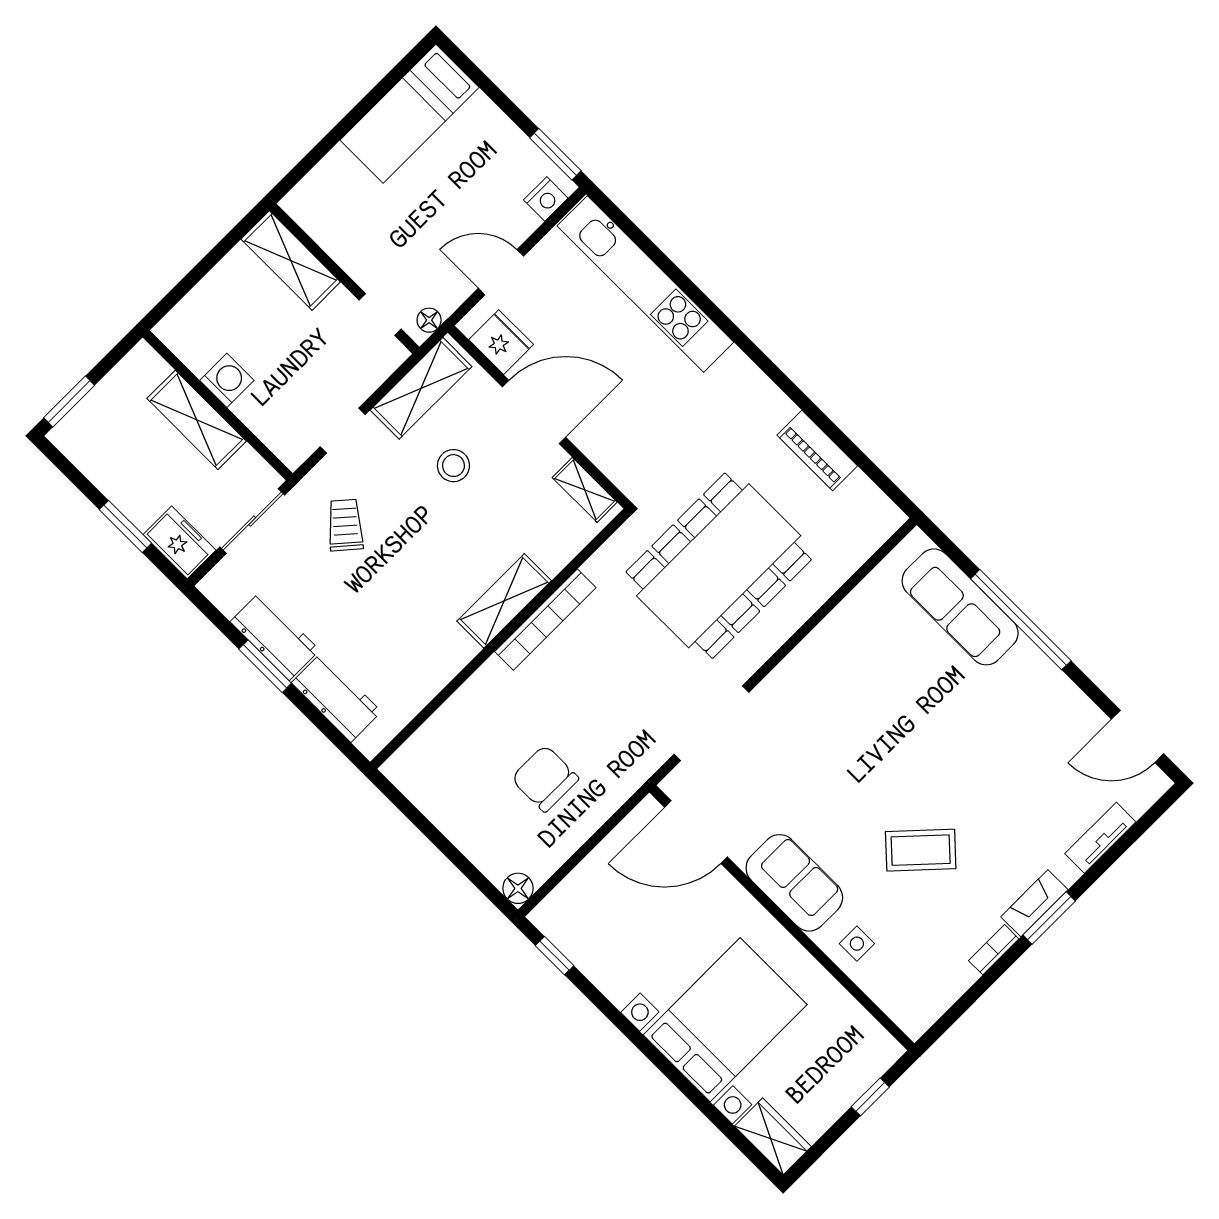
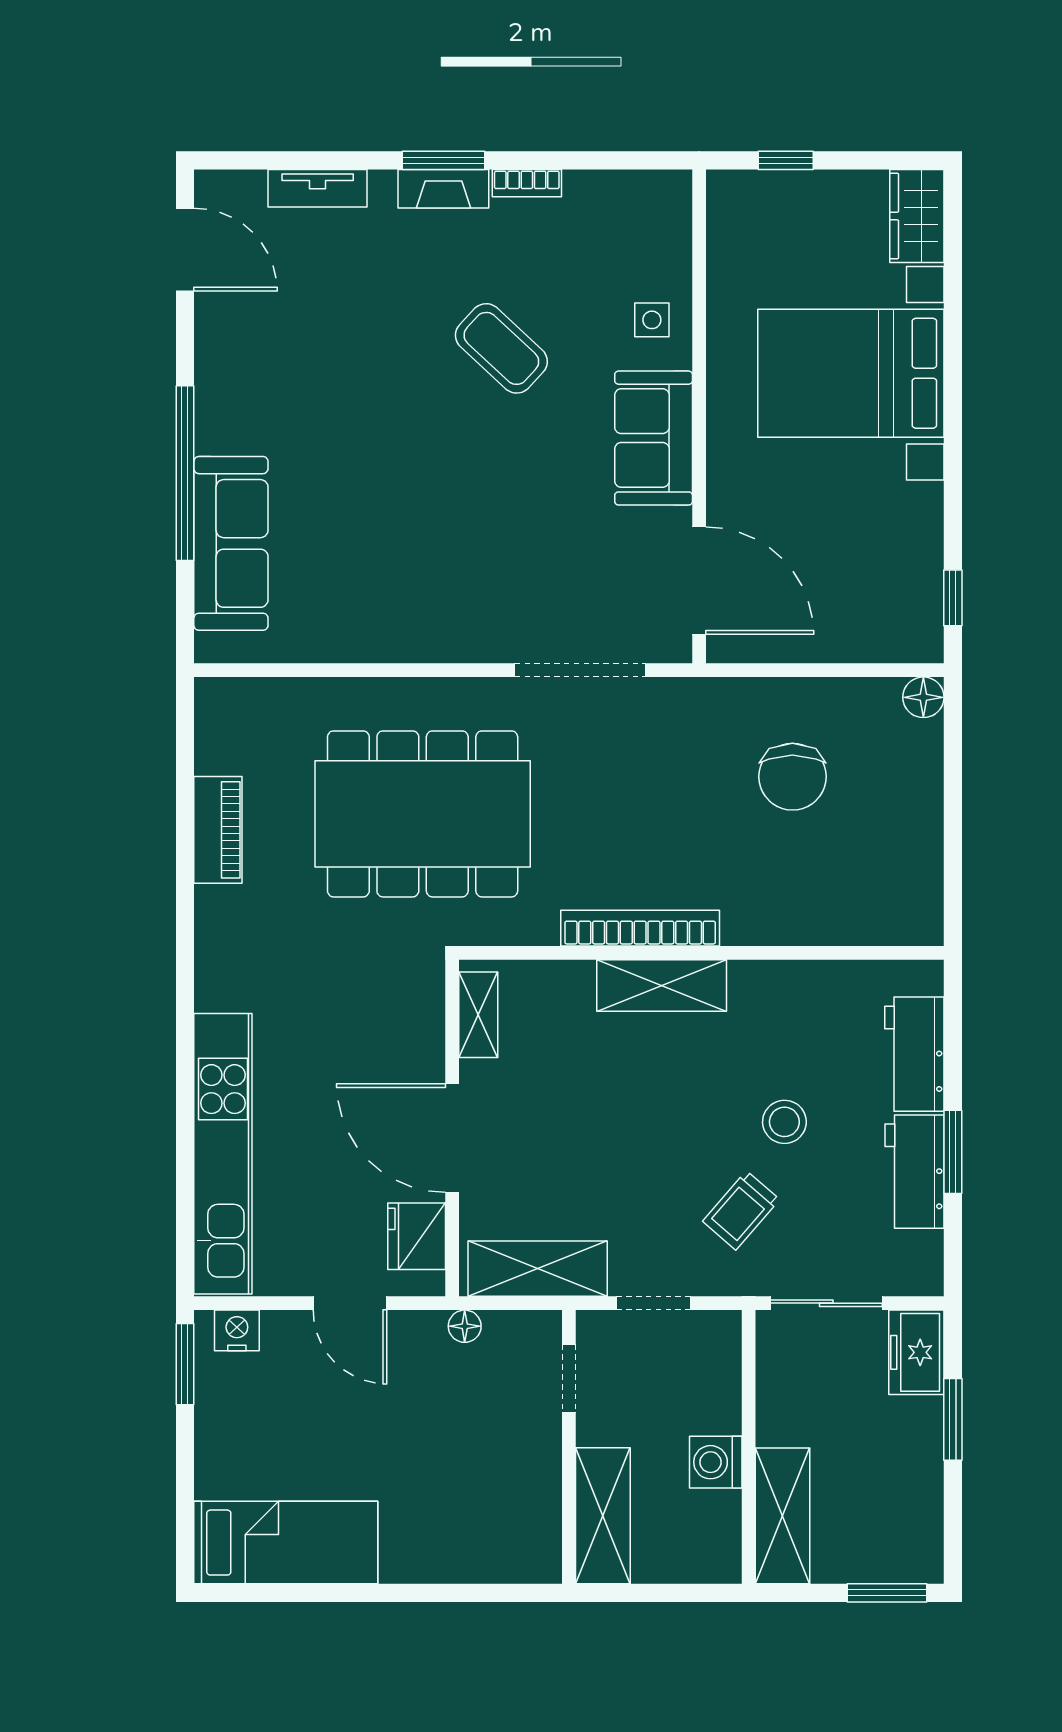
shelving: (291, 260) -> (603, 1516), moved
wall: (344, 279) -> (569, 1447), moved
doorway: (380, 314) -> (569, 1378), moved
shelving: (197, 420) -> (783, 1516), moved
stool: (453, 466) -> (784, 1122), moved

